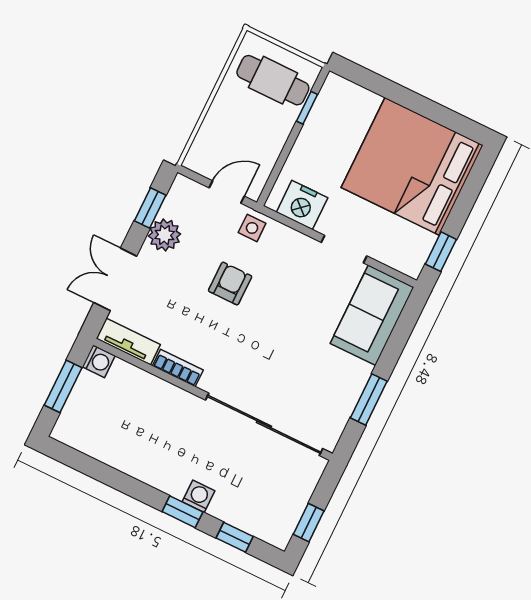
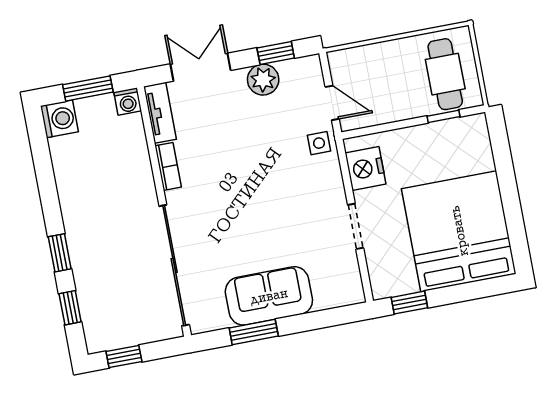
armchair: (230, 283) -> (263, 158), removed
sofa: (372, 315) -> (269, 296), moved
washing machine: (198, 496) -> (59, 119), moved, width x1.38, depth x1.38

